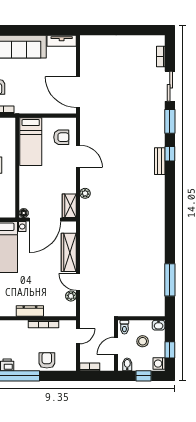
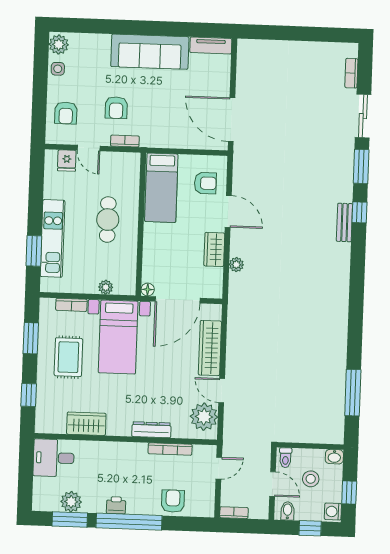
wardrobe: (69, 206) -> (214, 249), moved
plant: (71, 296) -> (204, 417), width x1.87, depth x1.87
door: (116, 346) -> (273, 484), swing flipped

